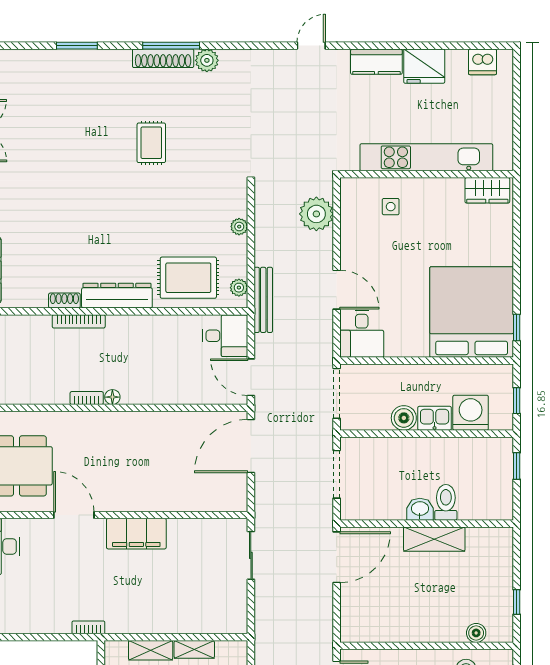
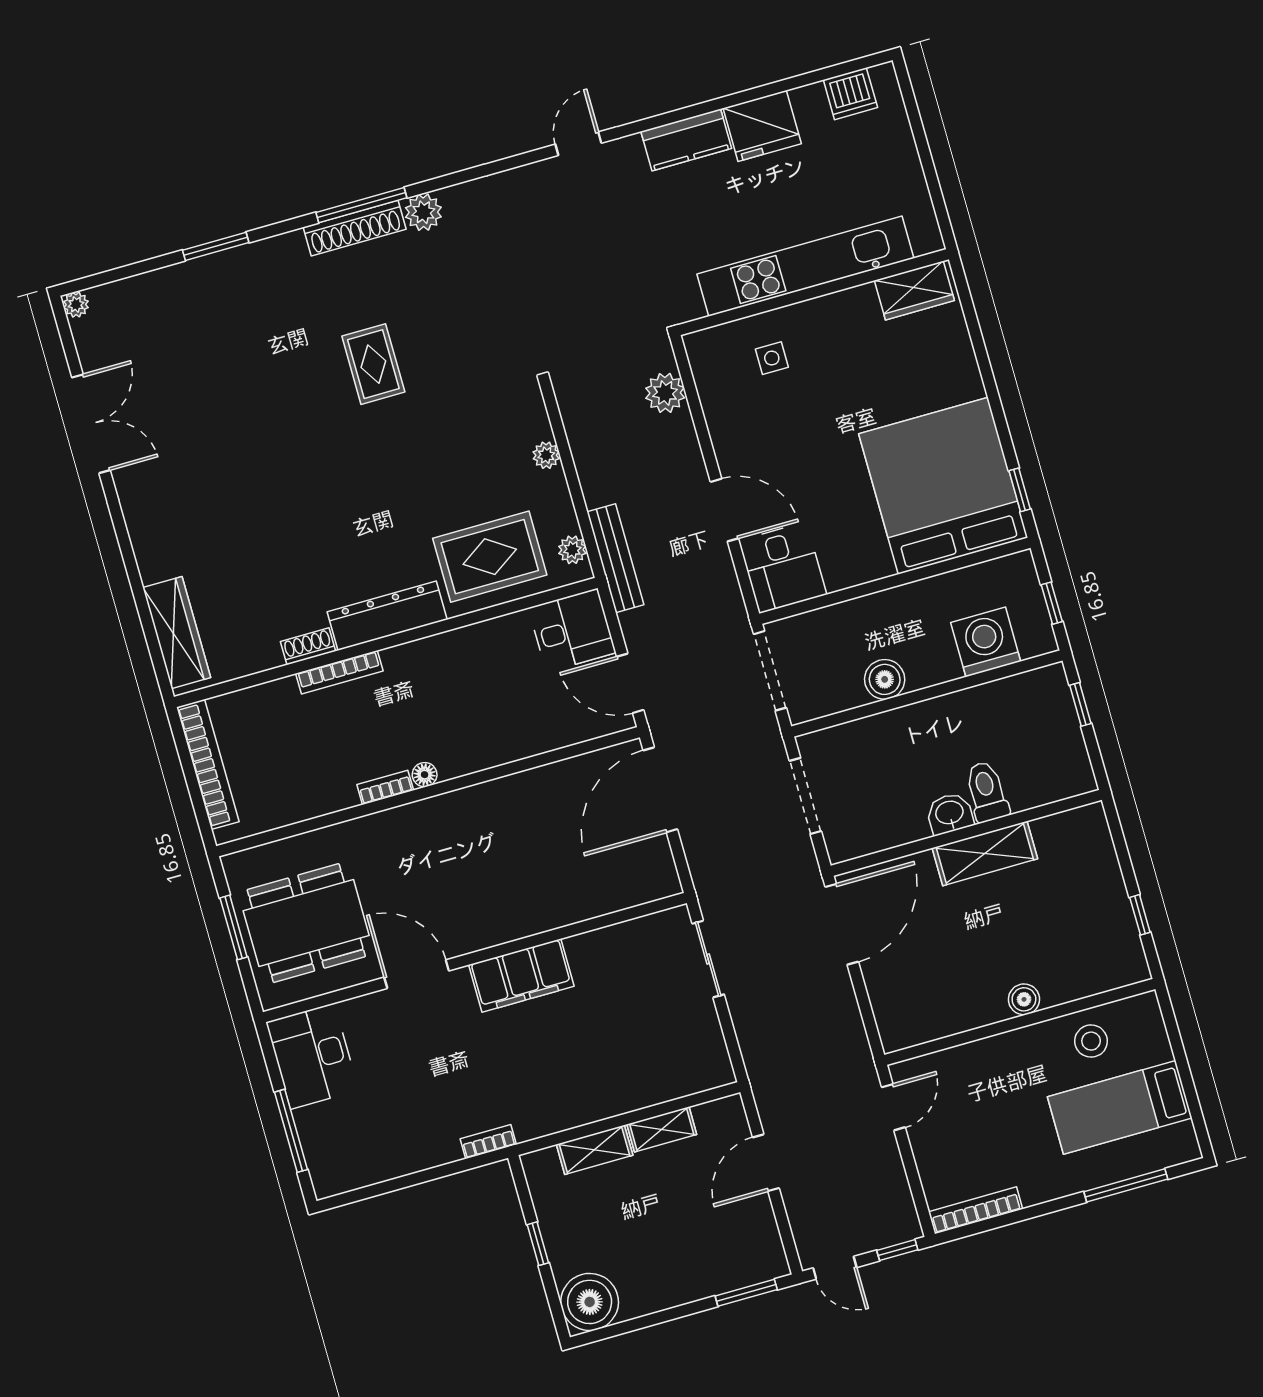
plant: (316, 214) -> (665, 393), width x0.73, depth x0.73
kitchen sink: (435, 418) -> (932, 666), removed
boiler: (476, 633) -> (1024, 999), moved

